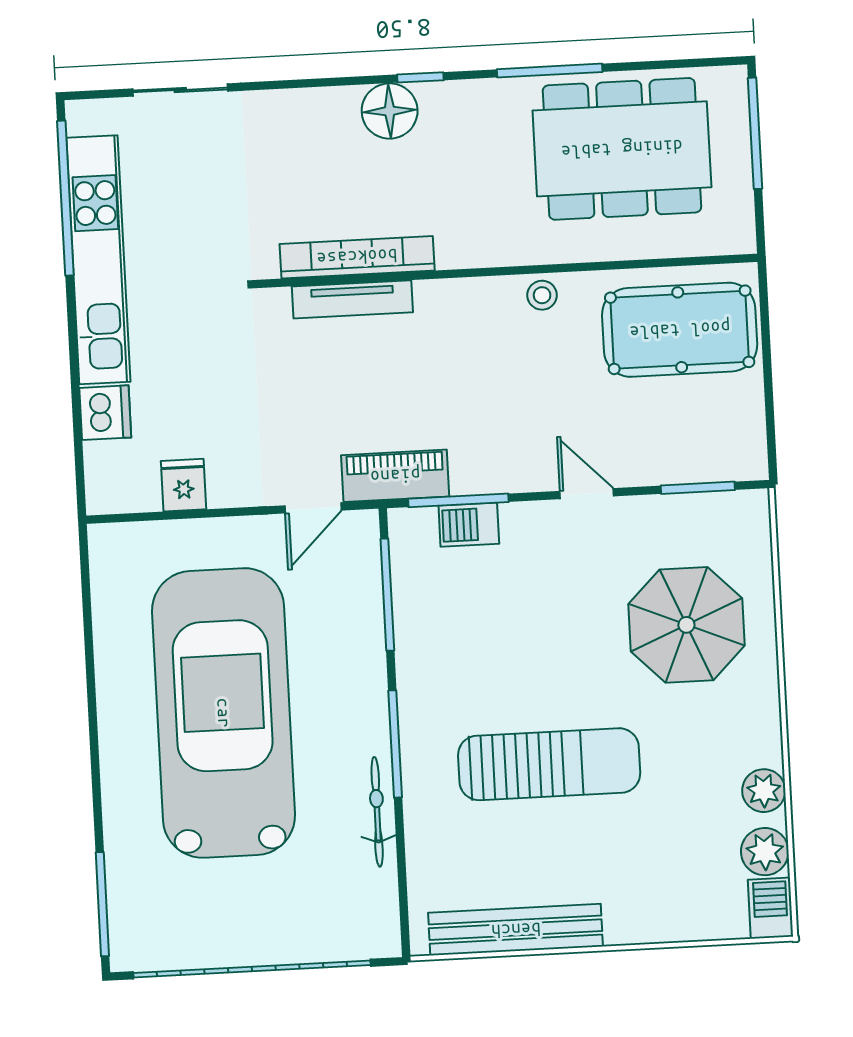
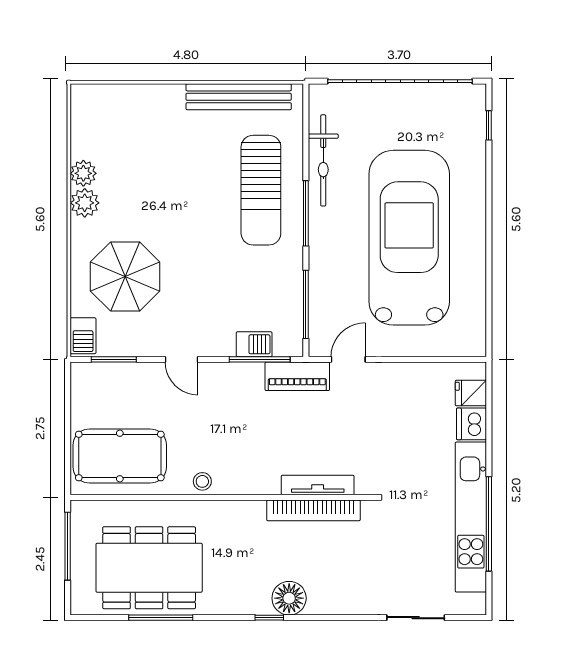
window: (550, 71) -> (161, 618), moved
window: (755, 133) -> (68, 546), moved
window: (65, 198) -> (489, 524), moved
fridge: (183, 485) -> (471, 393), moved, turned 90
car: (224, 713) -> (409, 238), turned 180
sun lounger: (549, 764) -> (261, 190), moved, turned -90
bicycle: (377, 812) -> (323, 160), width x1.37, depth x1.40
plant: (765, 852) -> (85, 203), moved
window: (102, 904) -> (489, 125), width x0.46
barbecue: (770, 908) -> (83, 336), moved

